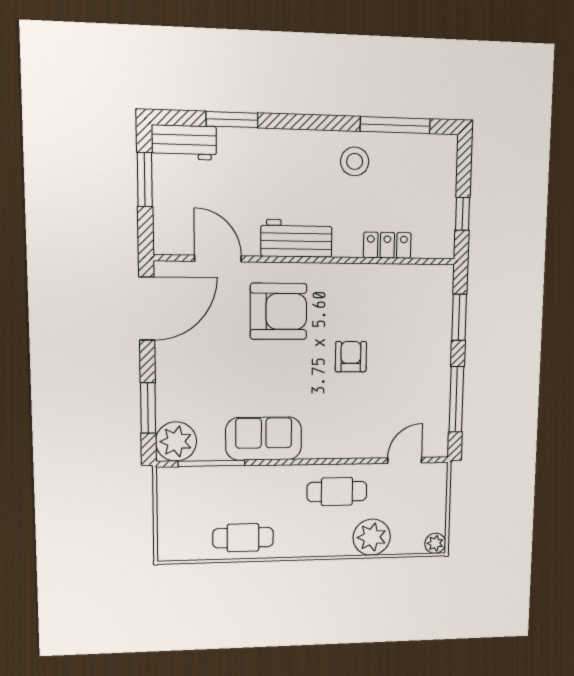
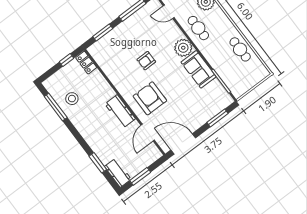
stool: (355, 161) -> (72, 99), moved
locker: (387, 245) -> (86, 63), moved
plant: (176, 442) -> (183, 48), moved

